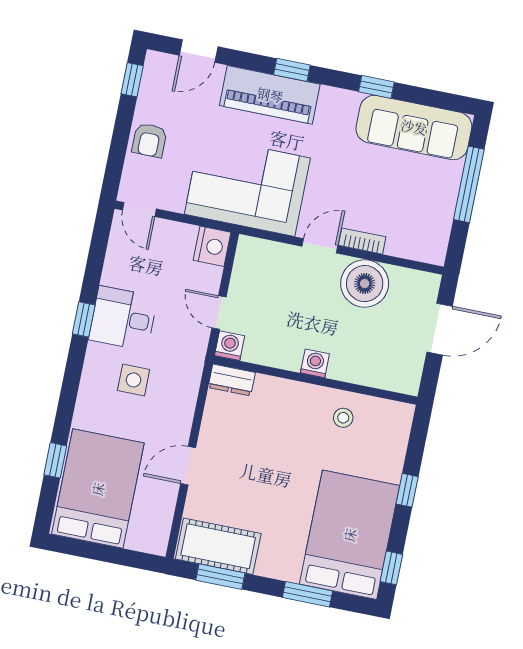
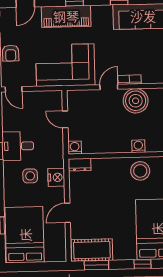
nightstand: (212, 246) -> (56, 177), moved
door: (219, 312) -> (65, 119), moved
washing machine: (315, 363) -> (138, 146), moved
stool: (343, 418) -> (140, 171), width x1.89, depth x1.89
window: (308, 594) -> (142, 264), width x0.67

